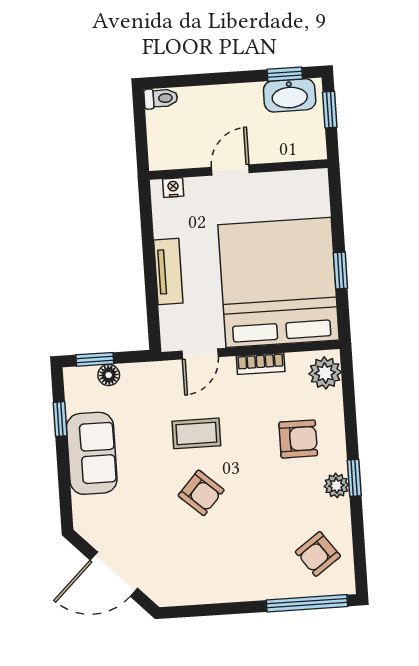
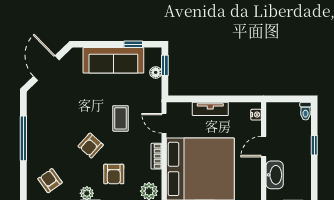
window: (285, 74) -> (314, 145), moved
washbasin: (290, 95) -> (275, 175), moved, turned 180
door: (230, 170) -> (264, 147), swing flipped
sofa: (92, 453) -> (113, 60), width x1.36
armchair: (201, 493) -> (91, 146), moved
window: (307, 603) -> (23, 138), moved

